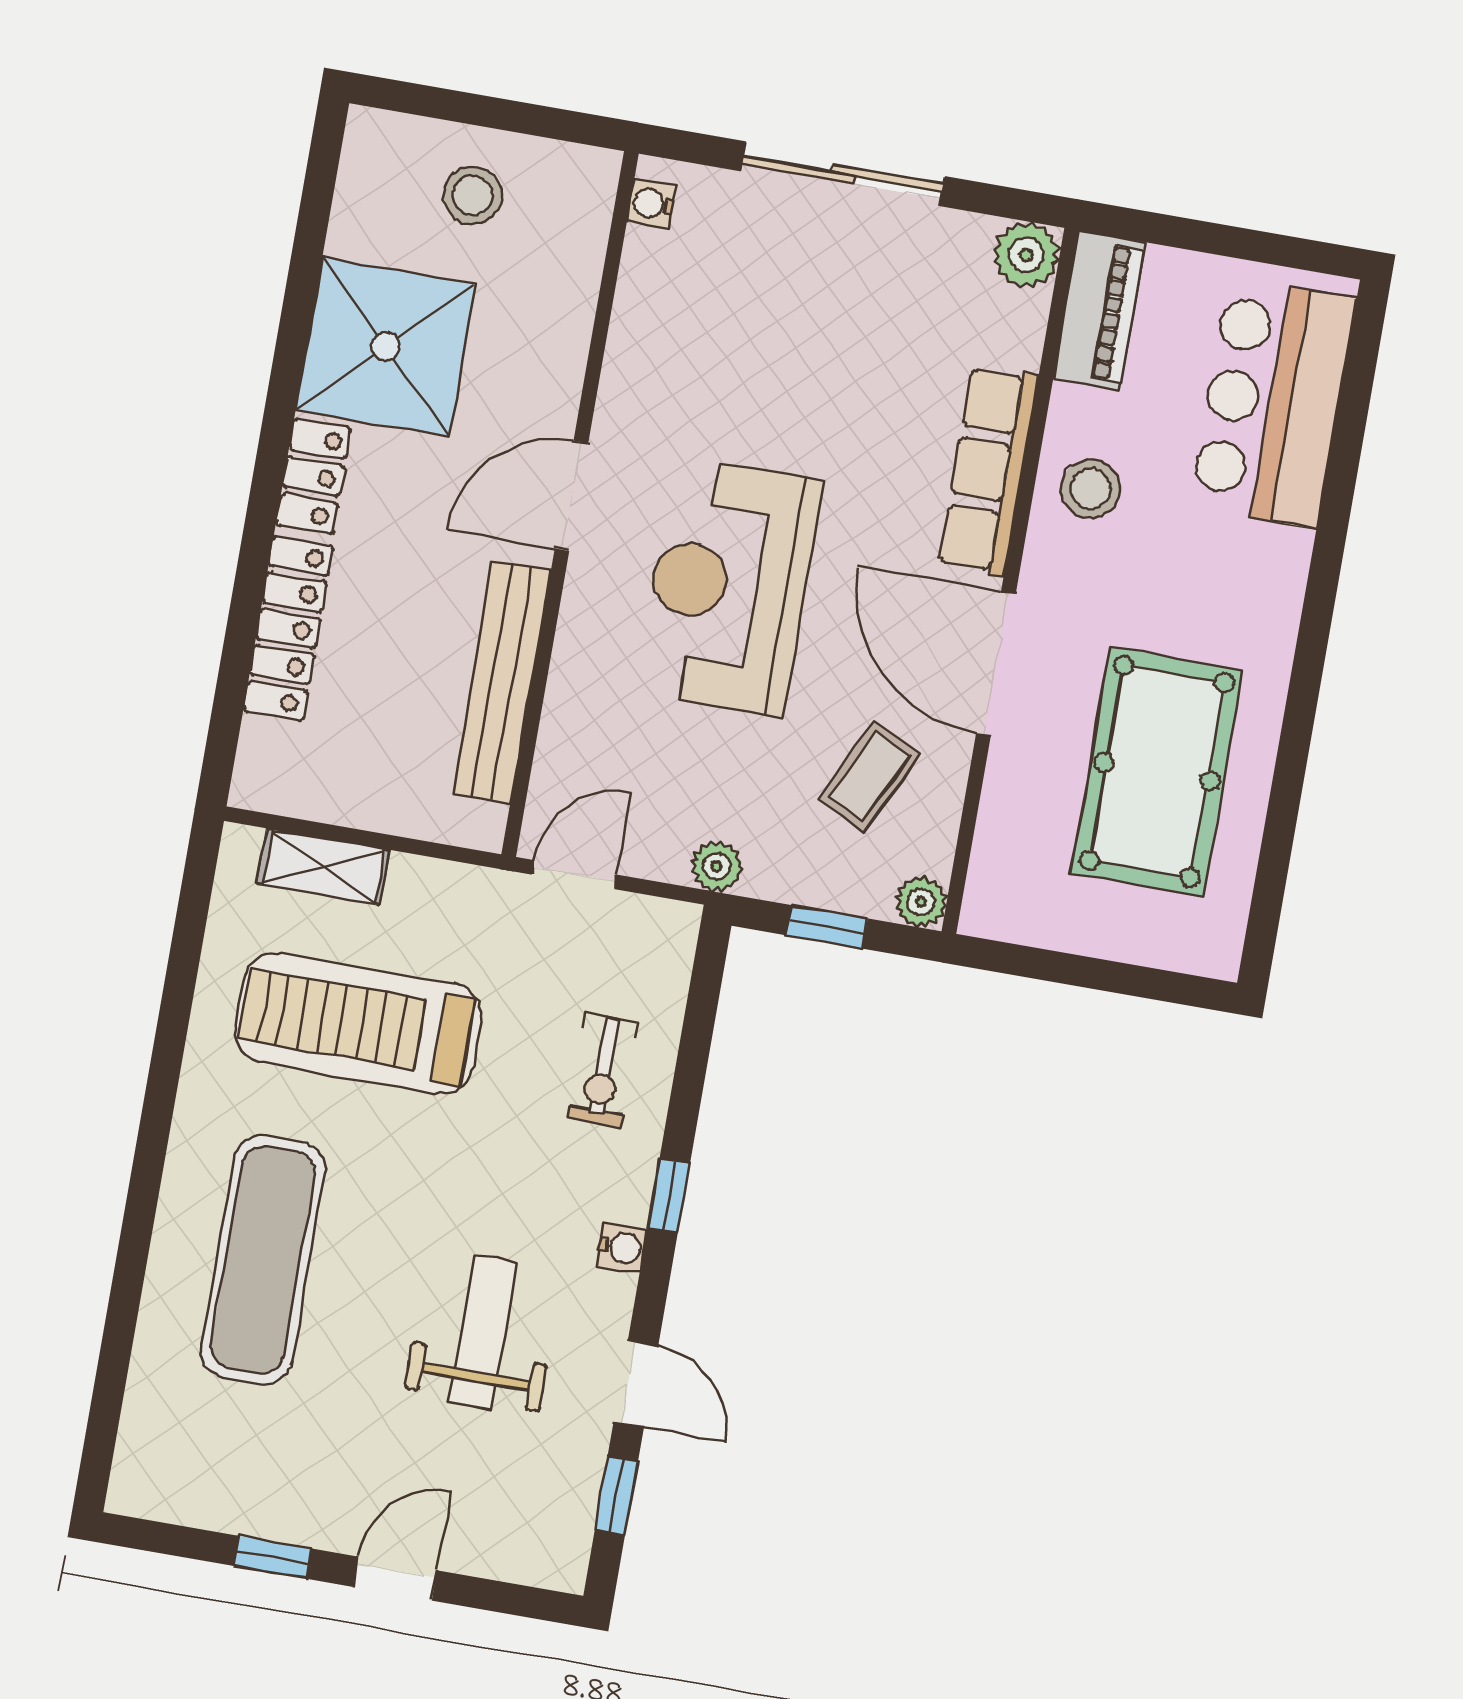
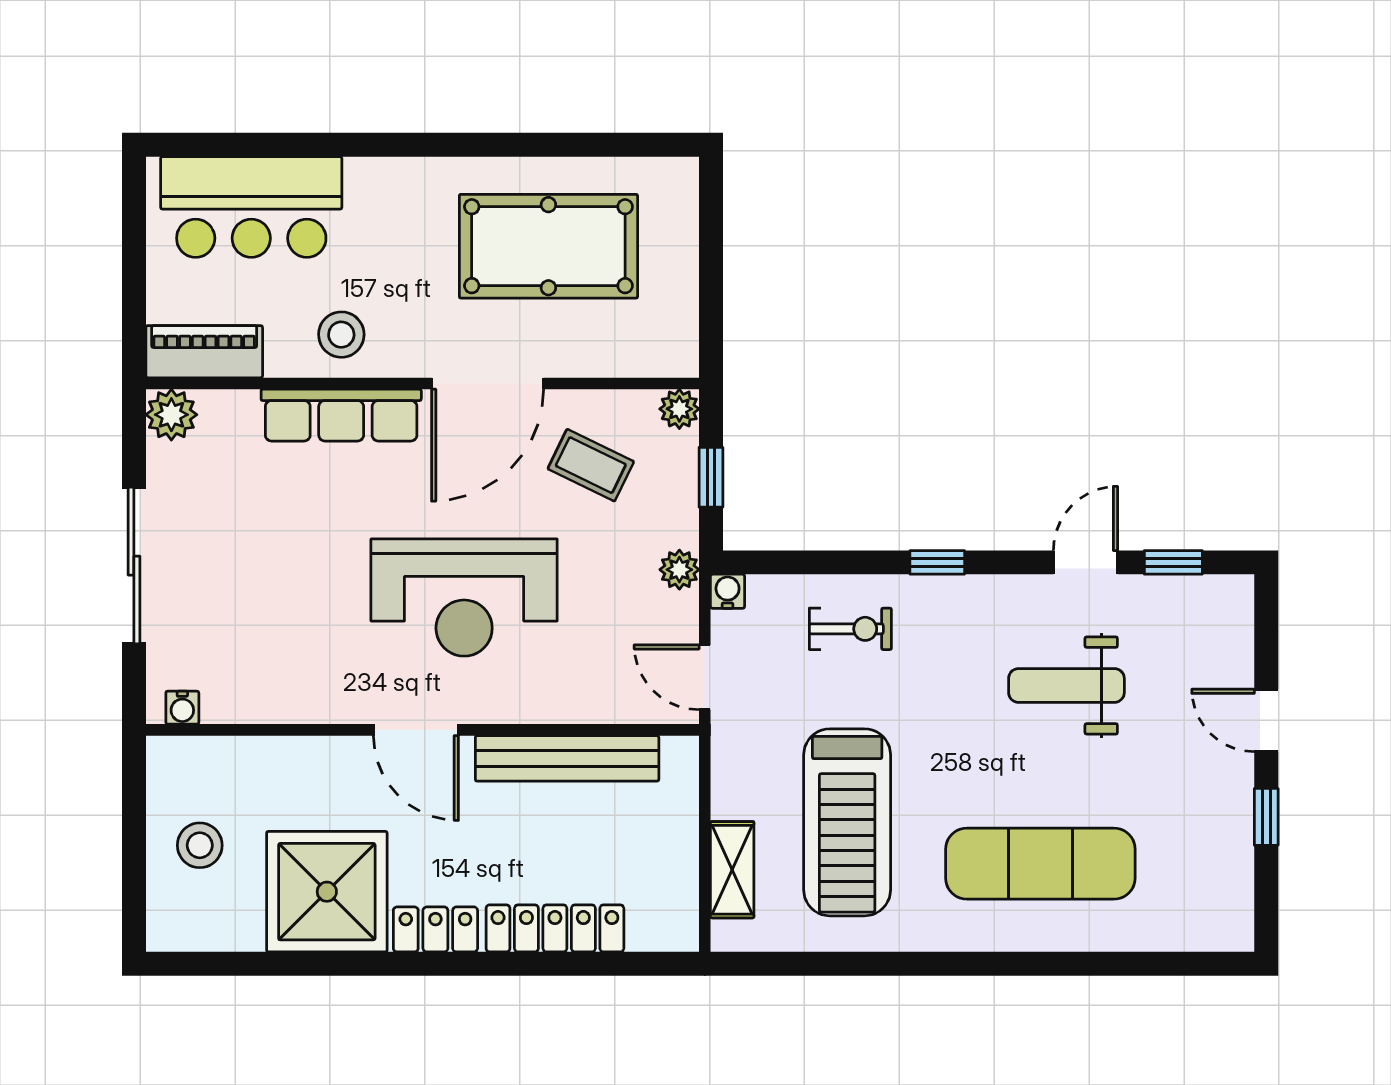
water cooler: (622, 1248) -> (728, 591), moved

